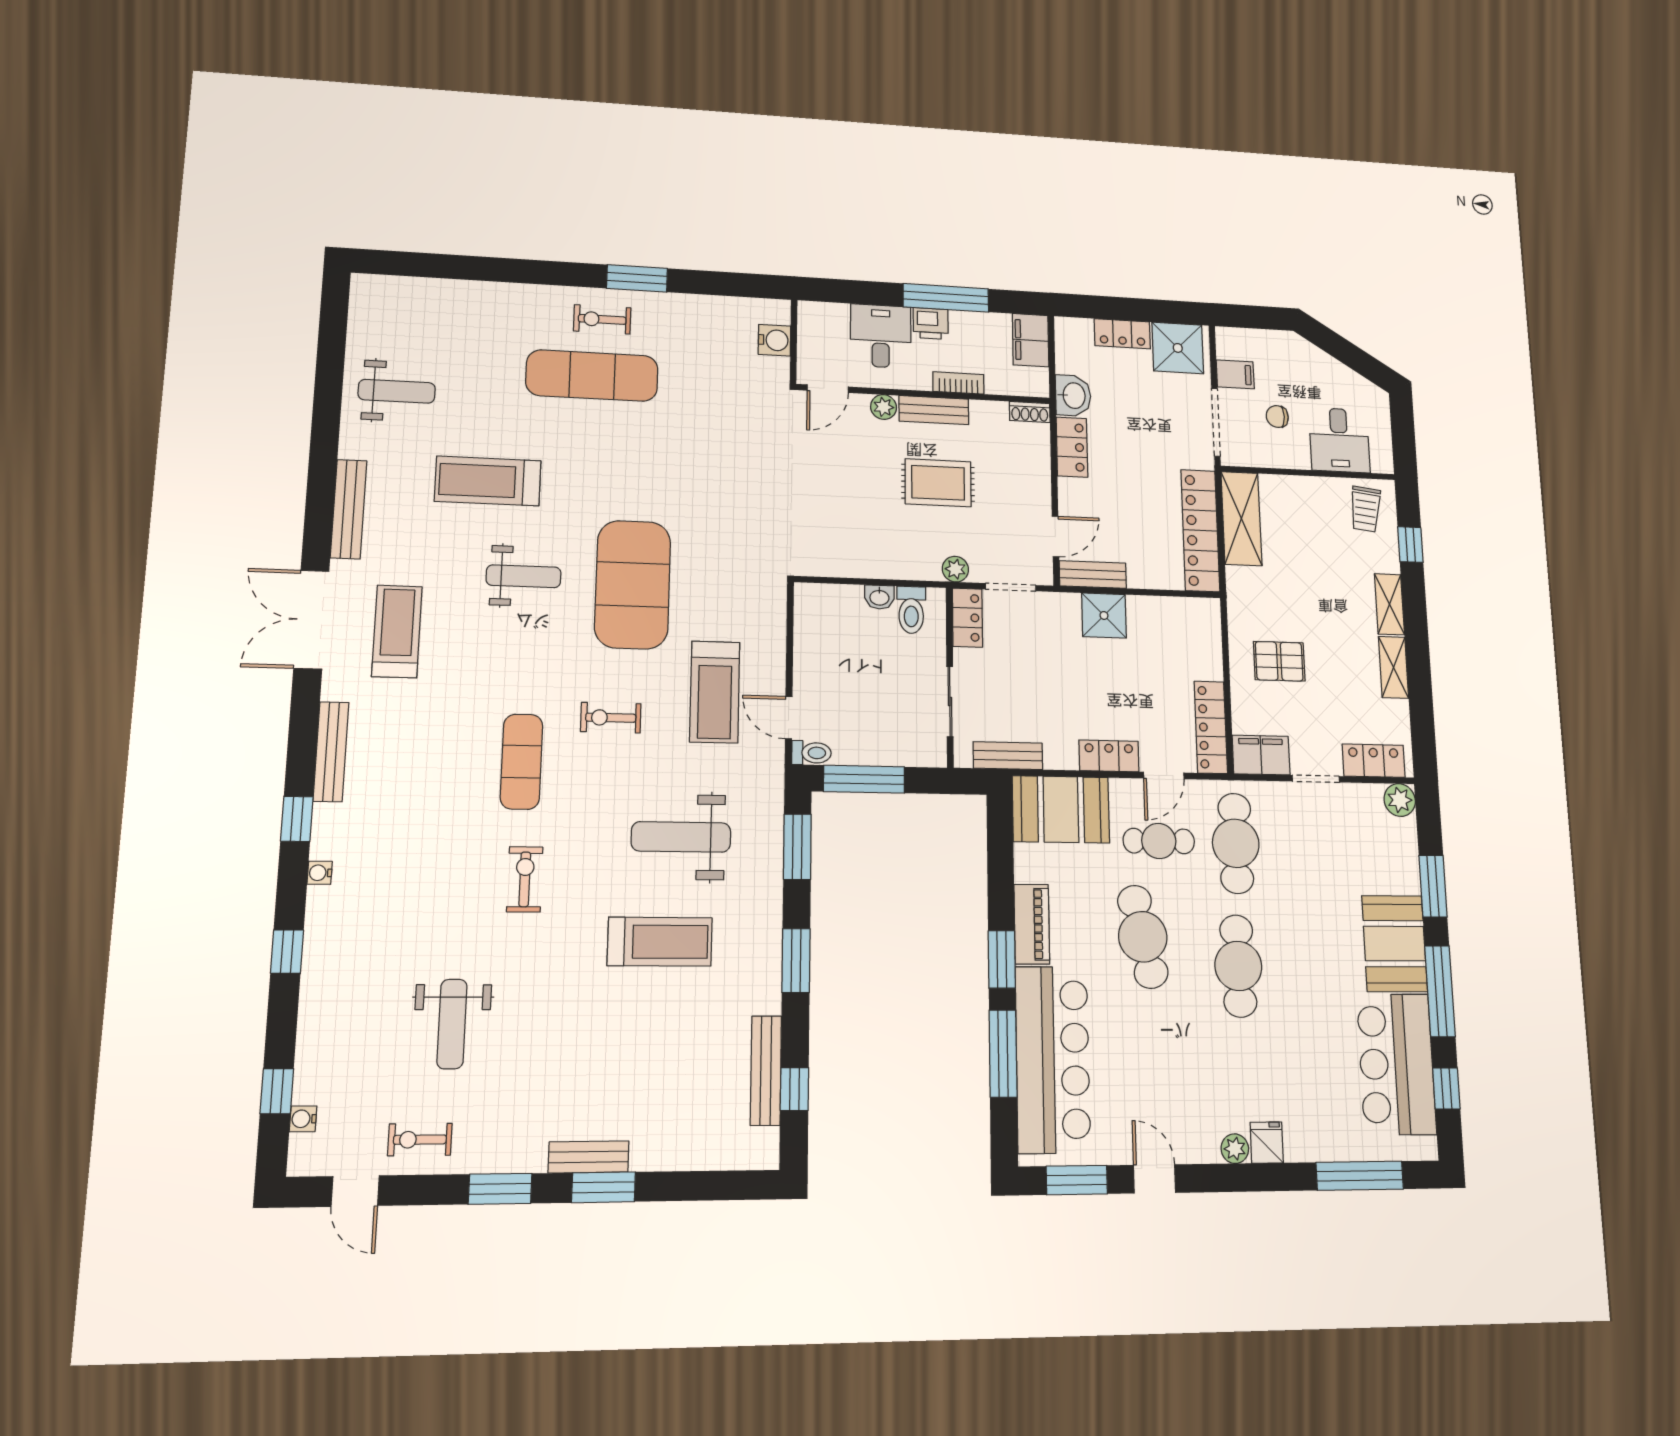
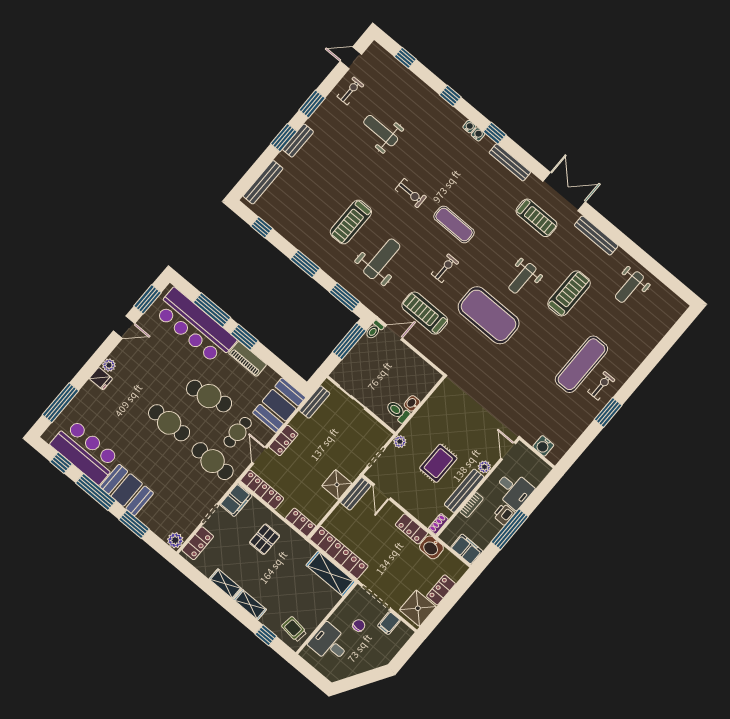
bench: (934, 410) -> (464, 491), width x1.36
locker: (967, 618) -> (301, 522), moved, turned 180
bench: (766, 1070) -> (263, 182), moved, turned 90
water cooler: (303, 1119) -> (478, 134), moved

